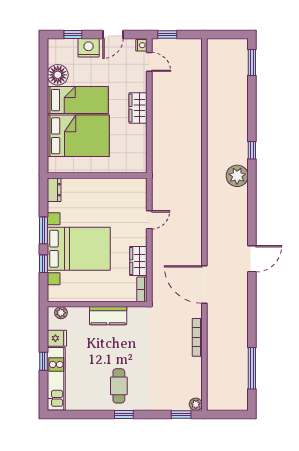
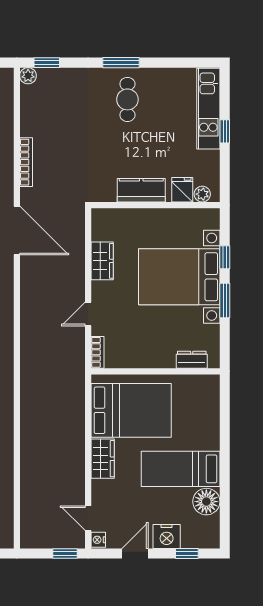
bed: (78, 136) -> (131, 410), moved, turned 180
dresser: (54, 190) -> (192, 360), moved, turned 90
bookcase: (142, 289) -> (98, 352), moved
fridge: (57, 338) -> (182, 190), moved, turned 90
window: (124, 414) -> (121, 63), width x1.50

